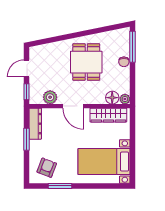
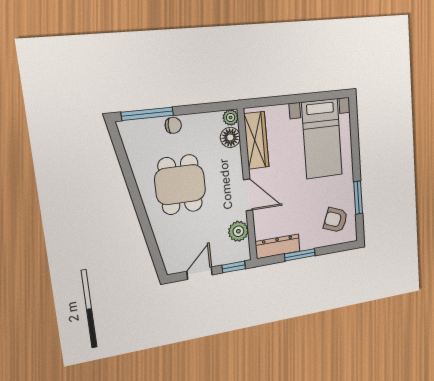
dining table: (86, 62) -> (180, 185), turned 90
door: (26, 68) -> (200, 273), swing flipped
door: (73, 106) -> (248, 195), hinge flipped

